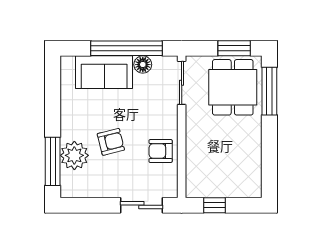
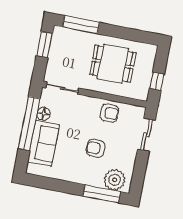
dining table: (233, 87) -> (113, 64), moved
armchair: (111, 142) -> (96, 148), turned -76
armchair: (161, 151) -> (109, 113), turned -90
plant: (74, 155) -> (115, 180), moved

